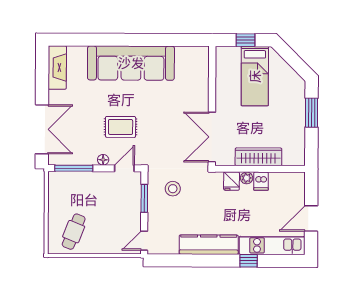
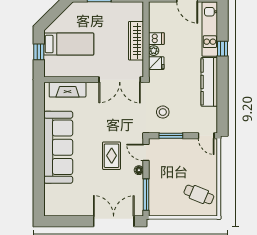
fireplace: (57, 67) -> (68, 90), moved, turned 180

